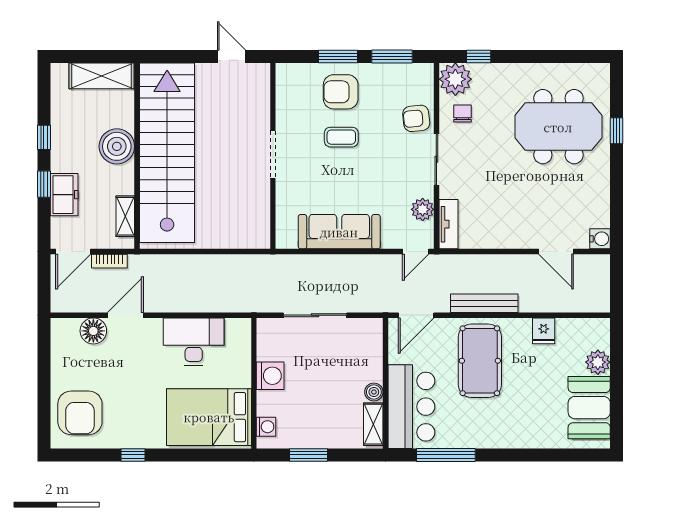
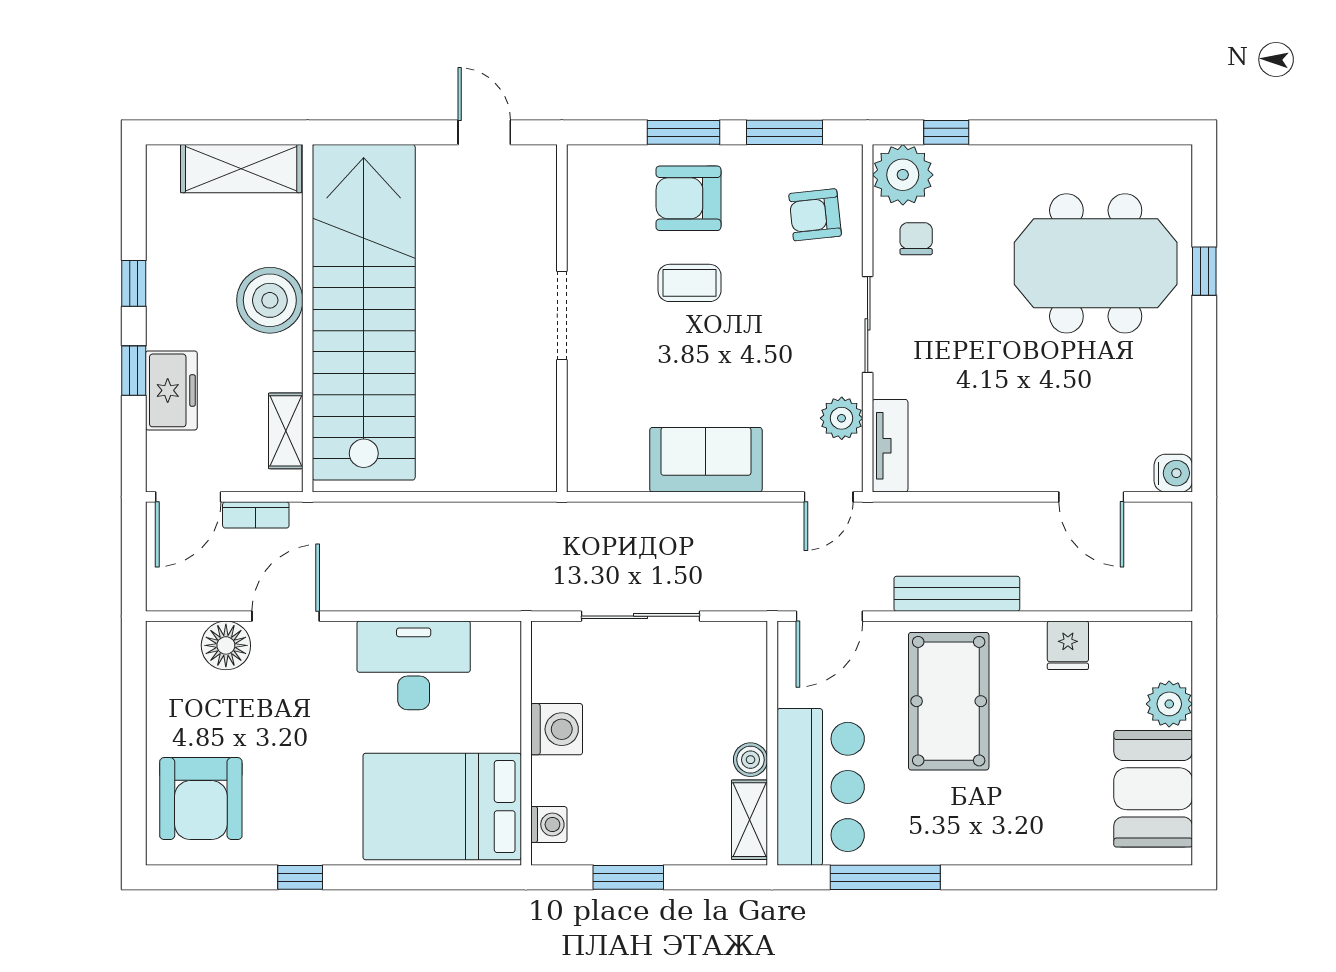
armchair: (416, 118) -> (815, 215), moved
sofa: (339, 232) -> (706, 460), width x0.73

